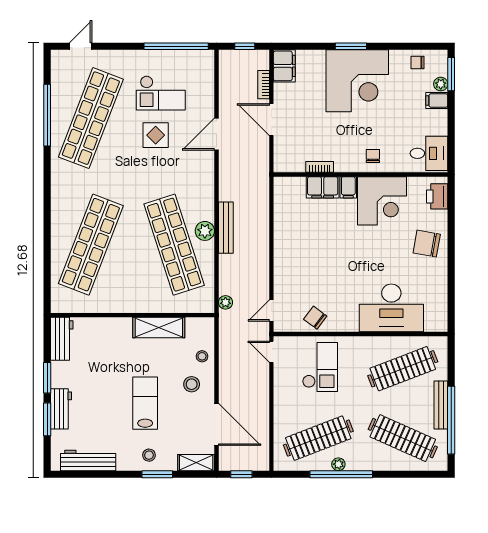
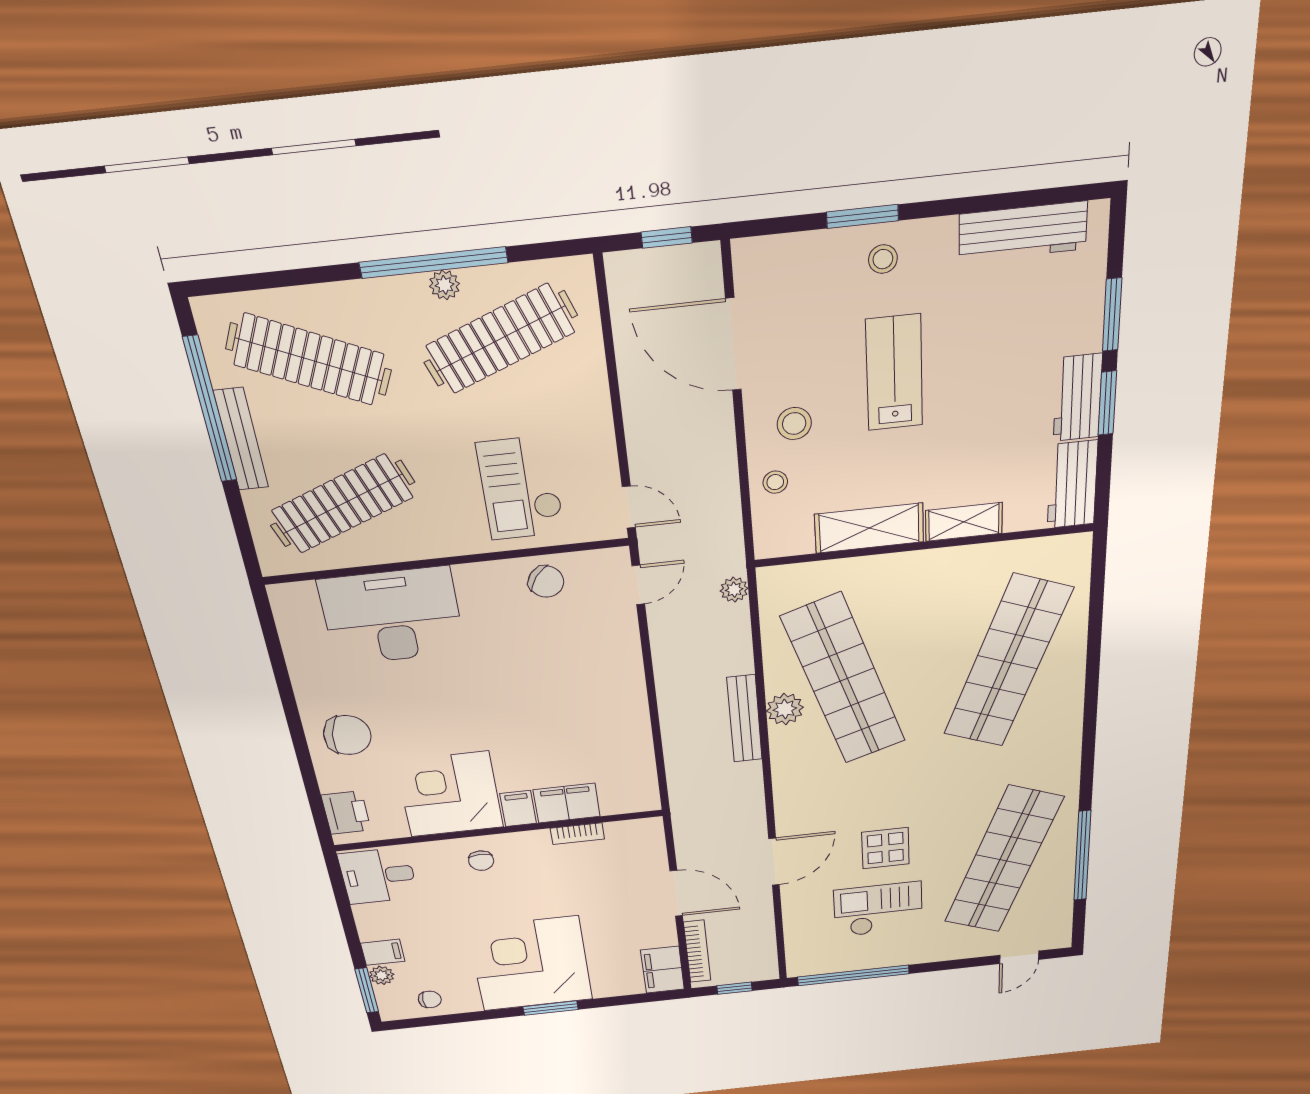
bookcase: (264, 85) -> (697, 951), width x1.56
lab bench: (145, 403) -> (894, 373), turned 180
workbench: (61, 409) -> (1078, 398), moved
shelving: (196, 463) -> (964, 522), moved

